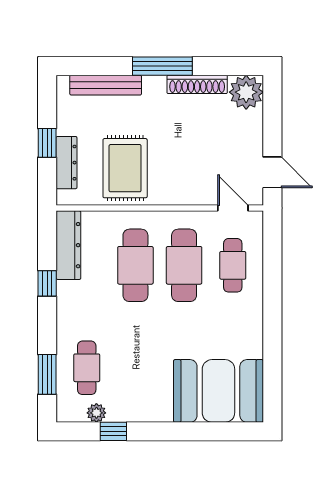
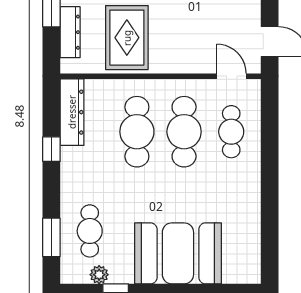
booth: (218, 391) -> (178, 253), moved

